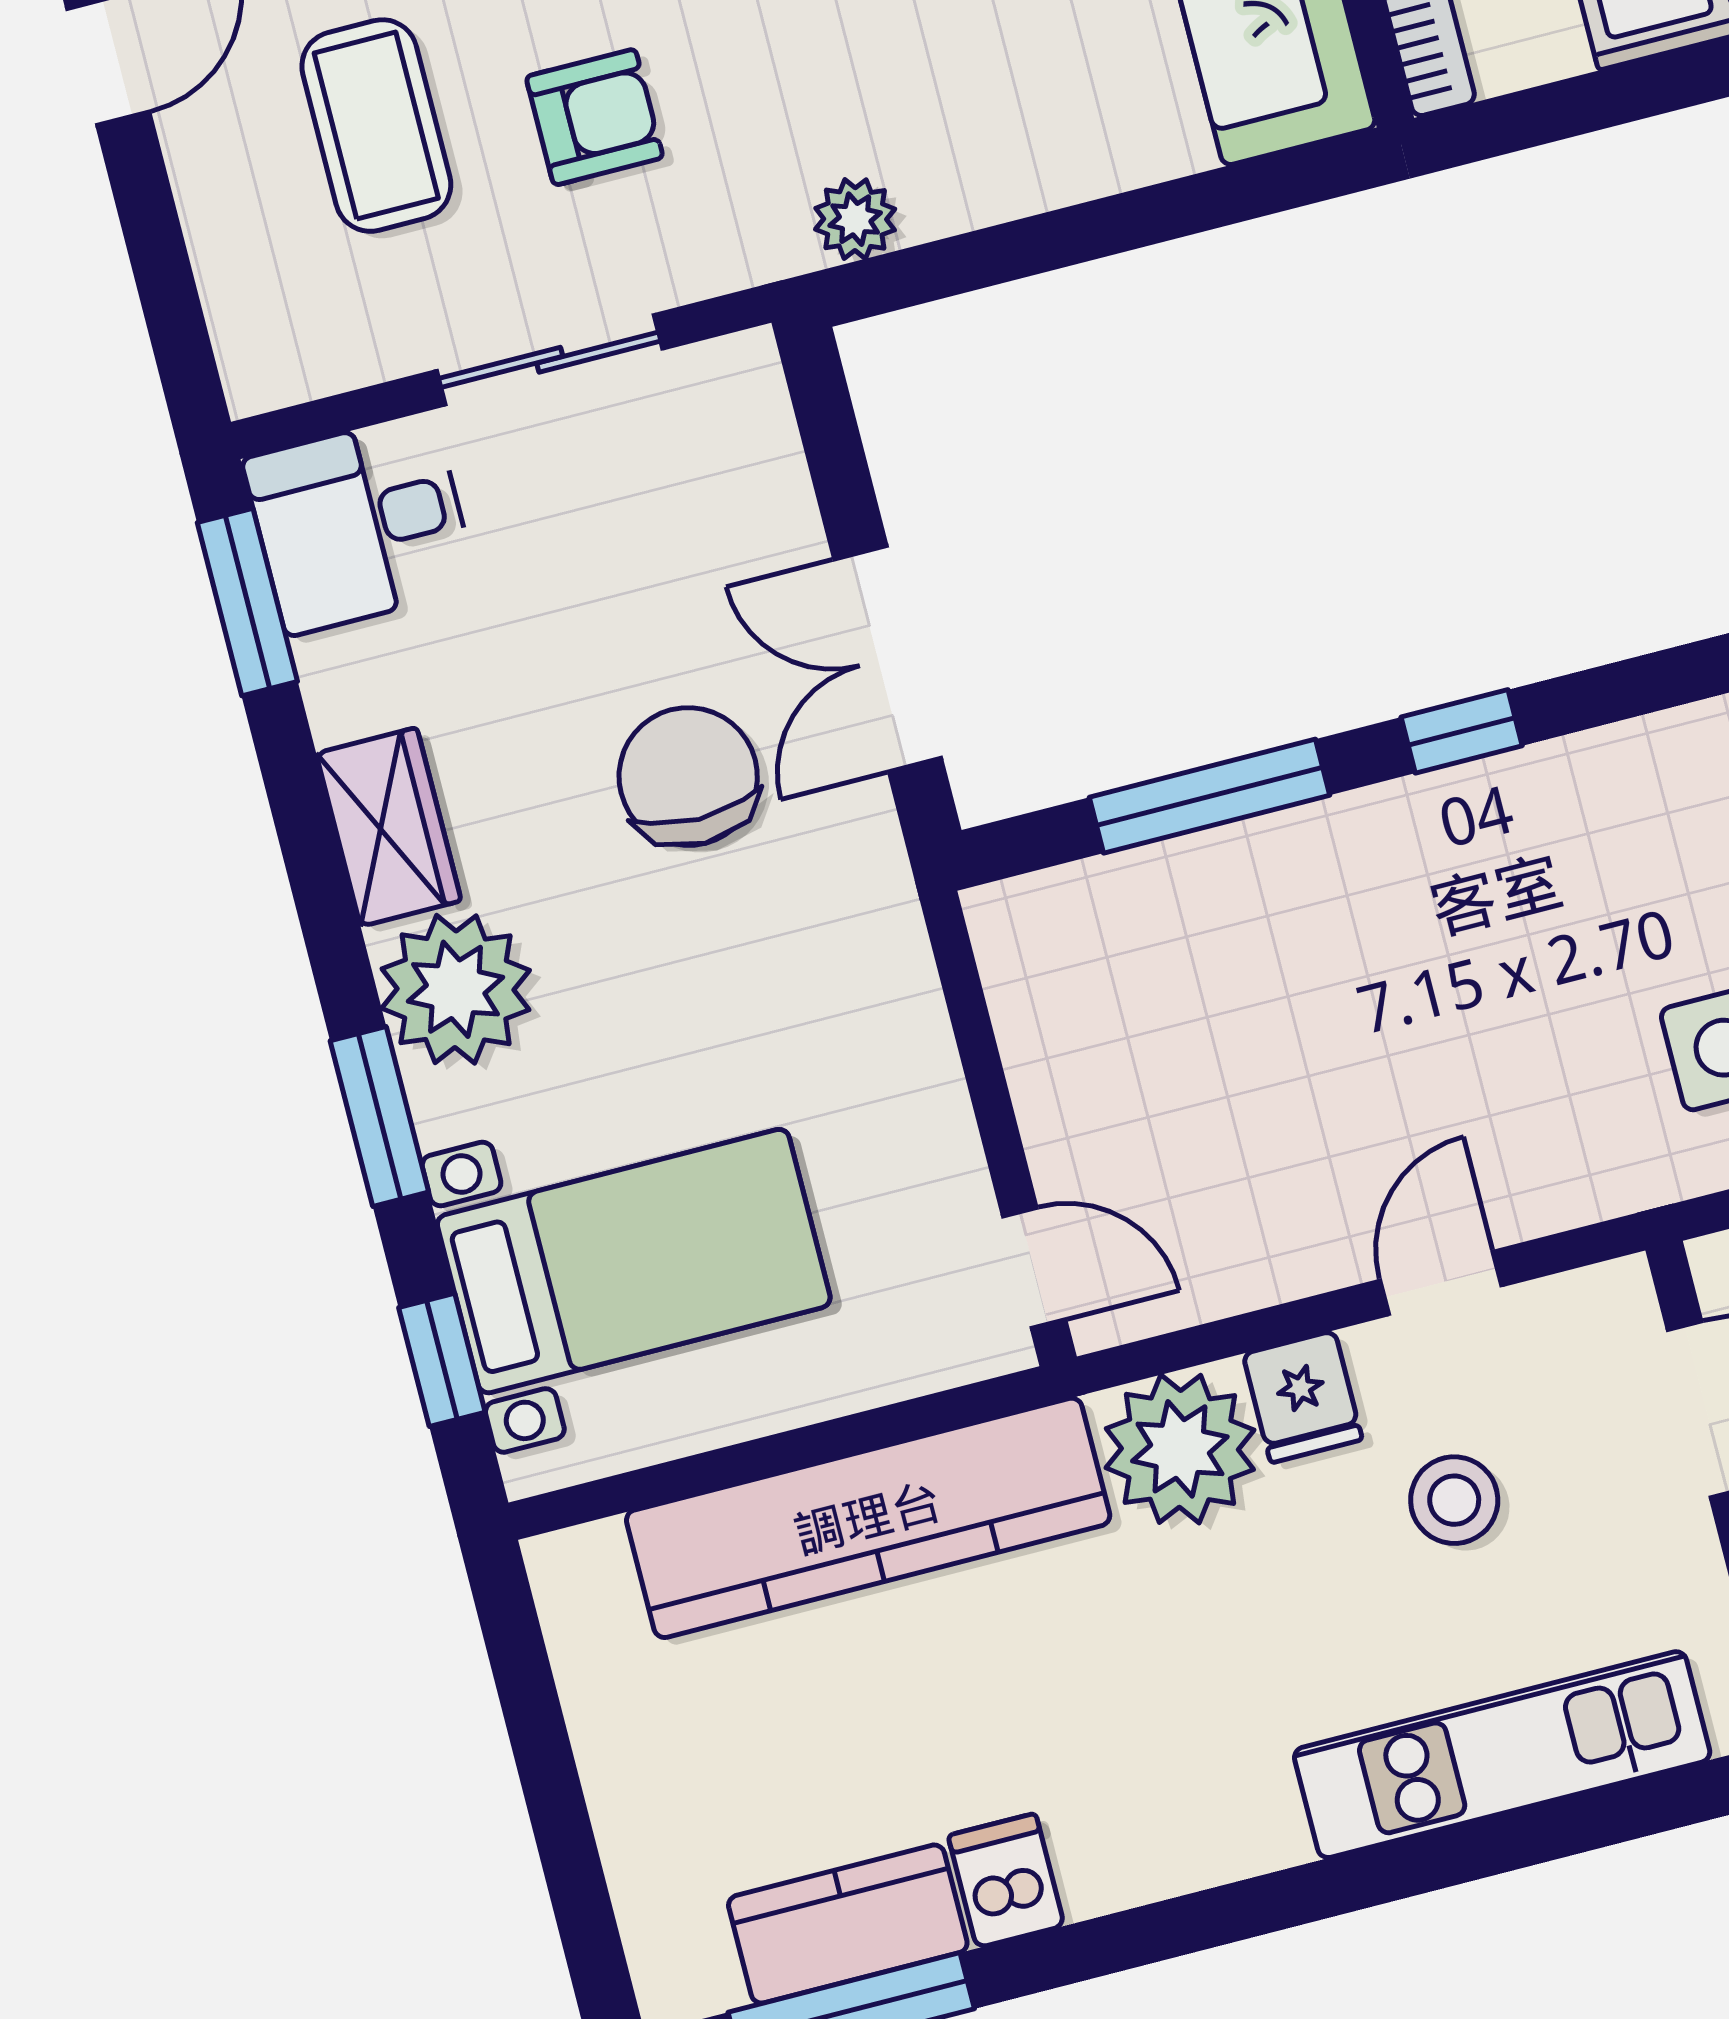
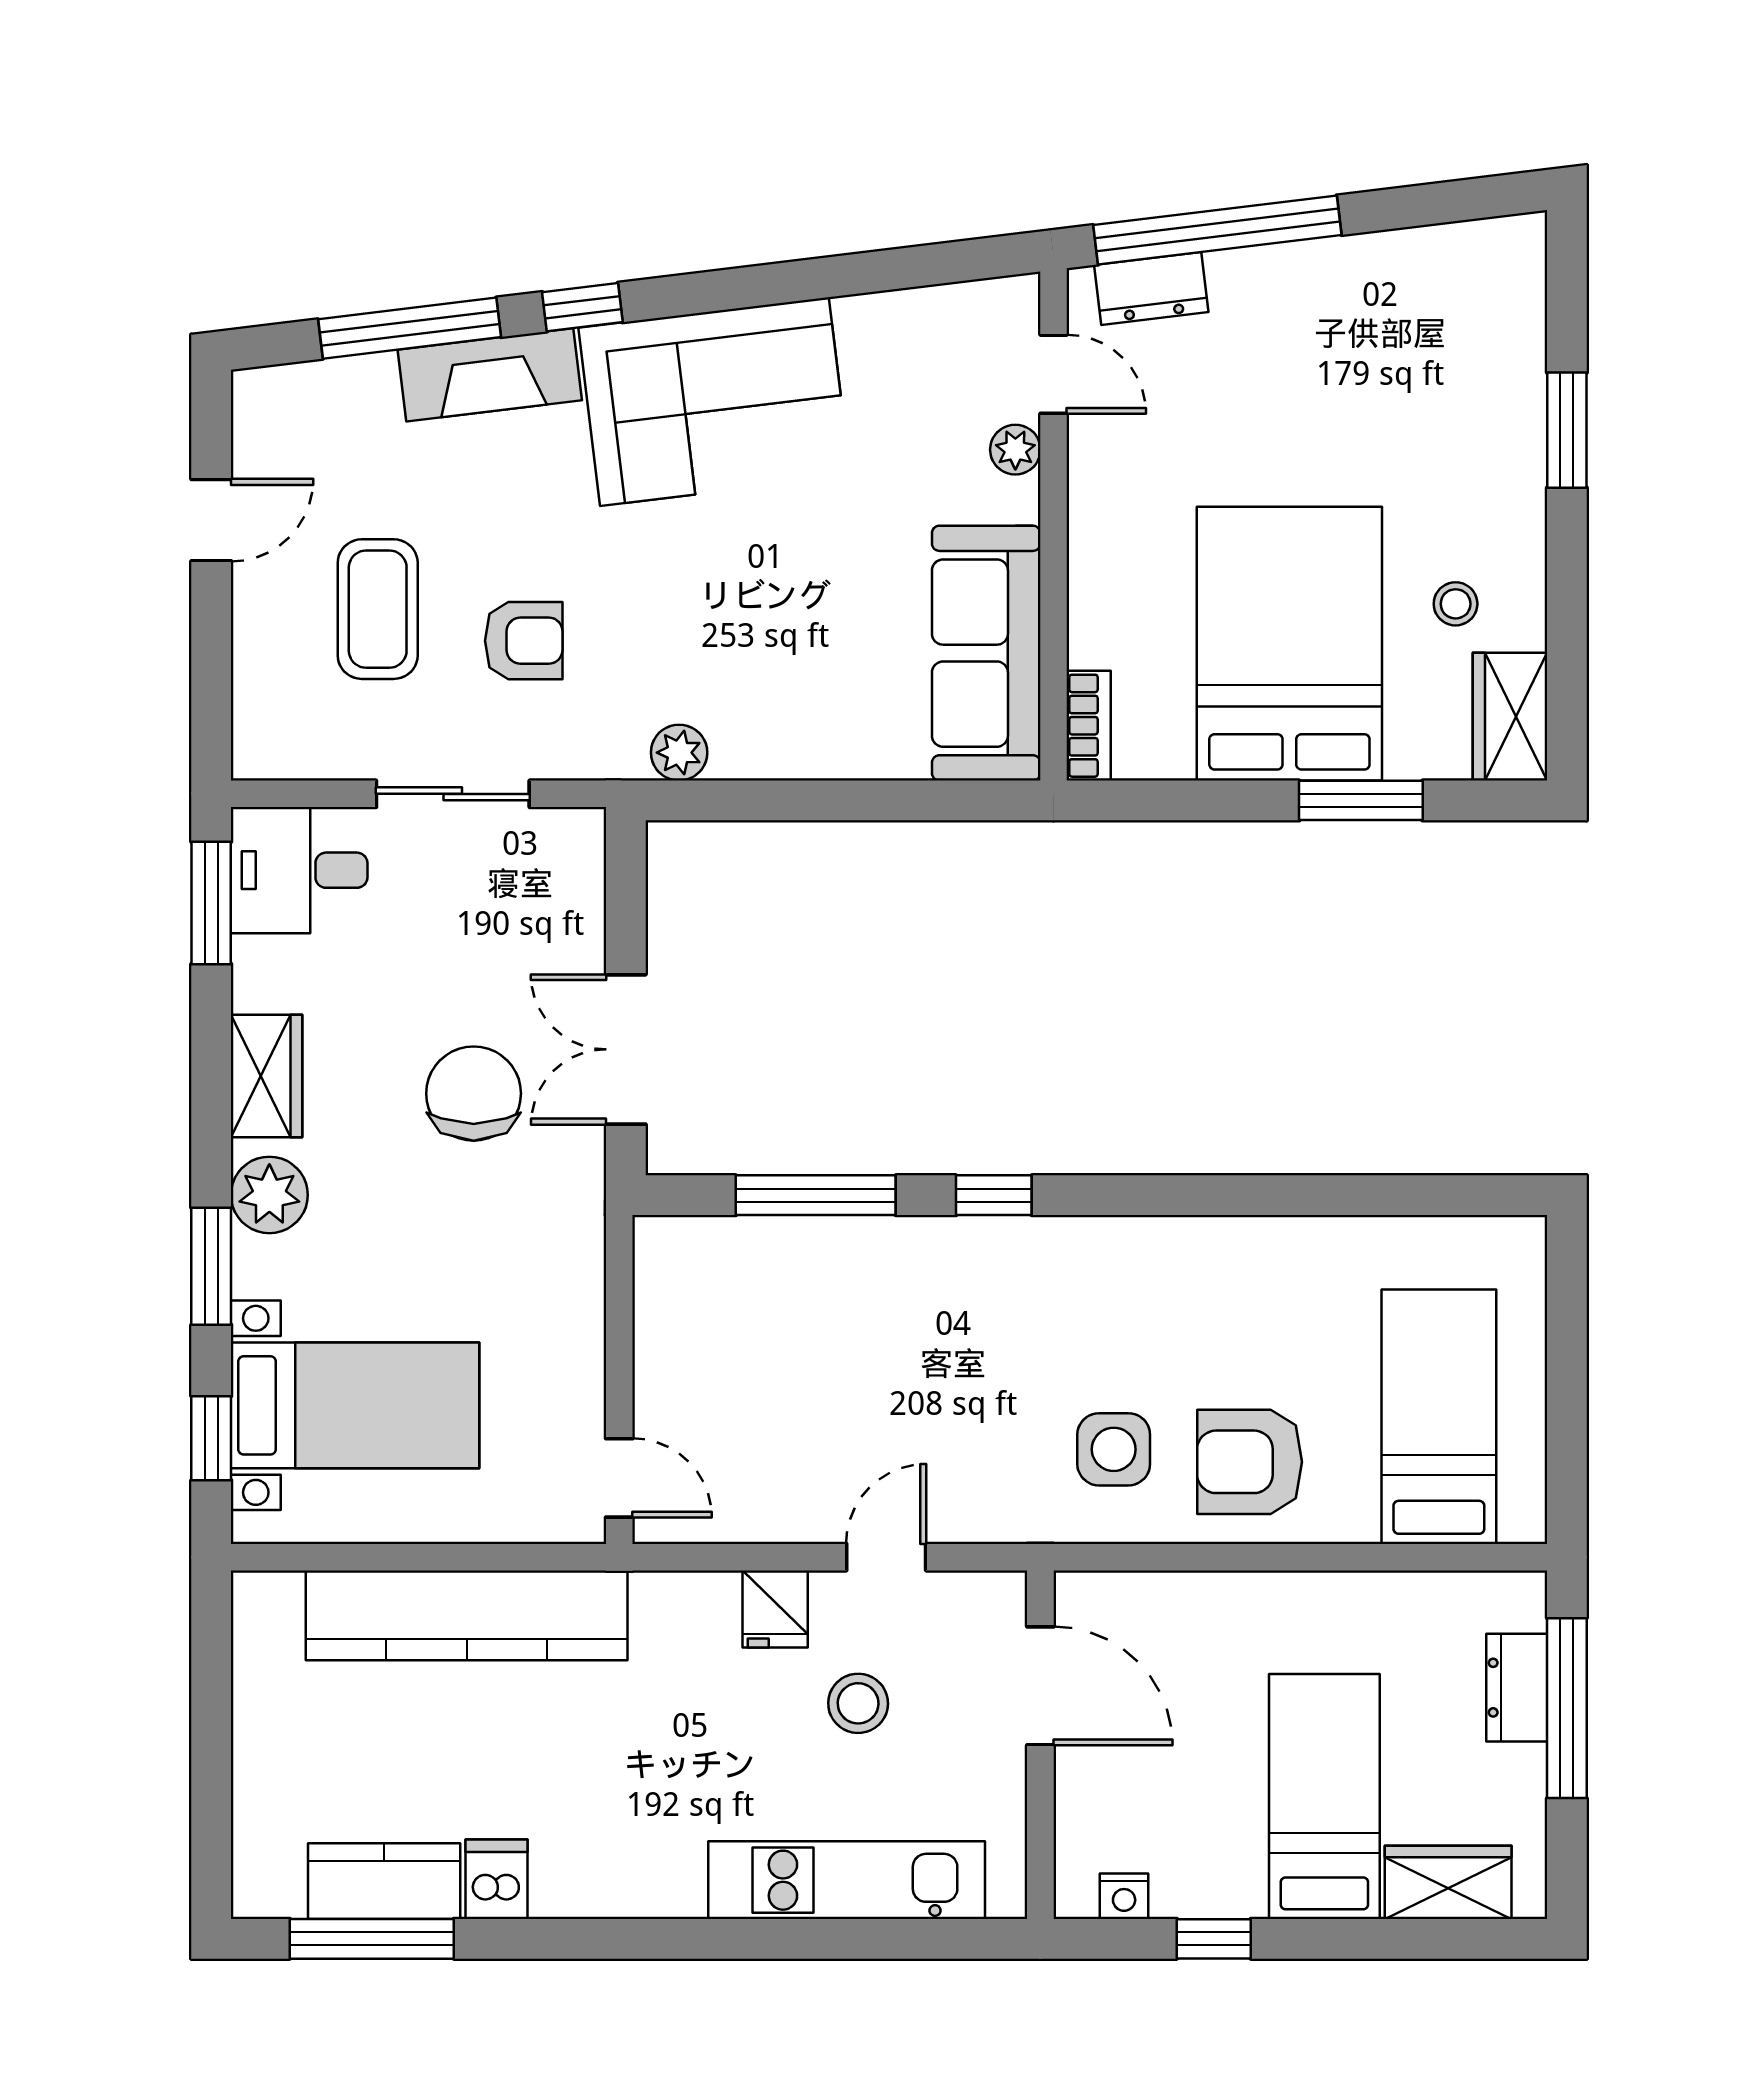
plant: (456, 989) -> (269, 1195), width x0.73, depth x0.73
plant: (1180, 1449) -> (685, 1623), removed

